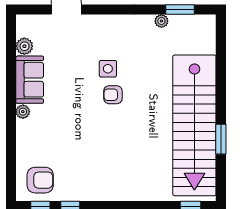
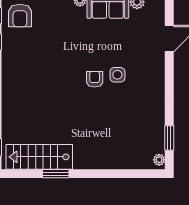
plant: (161, 21) -> (159, 160), moved
stairs: (194, 125) -> (39, 157), width x0.54, depth x0.66

